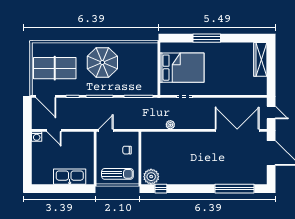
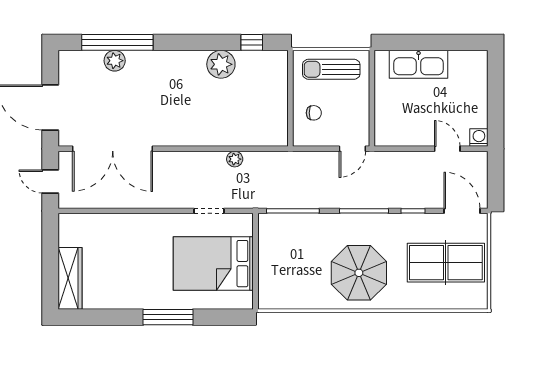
plant: (151, 177) -> (221, 64), moved
plant: (236, 179) -> (115, 61), added

